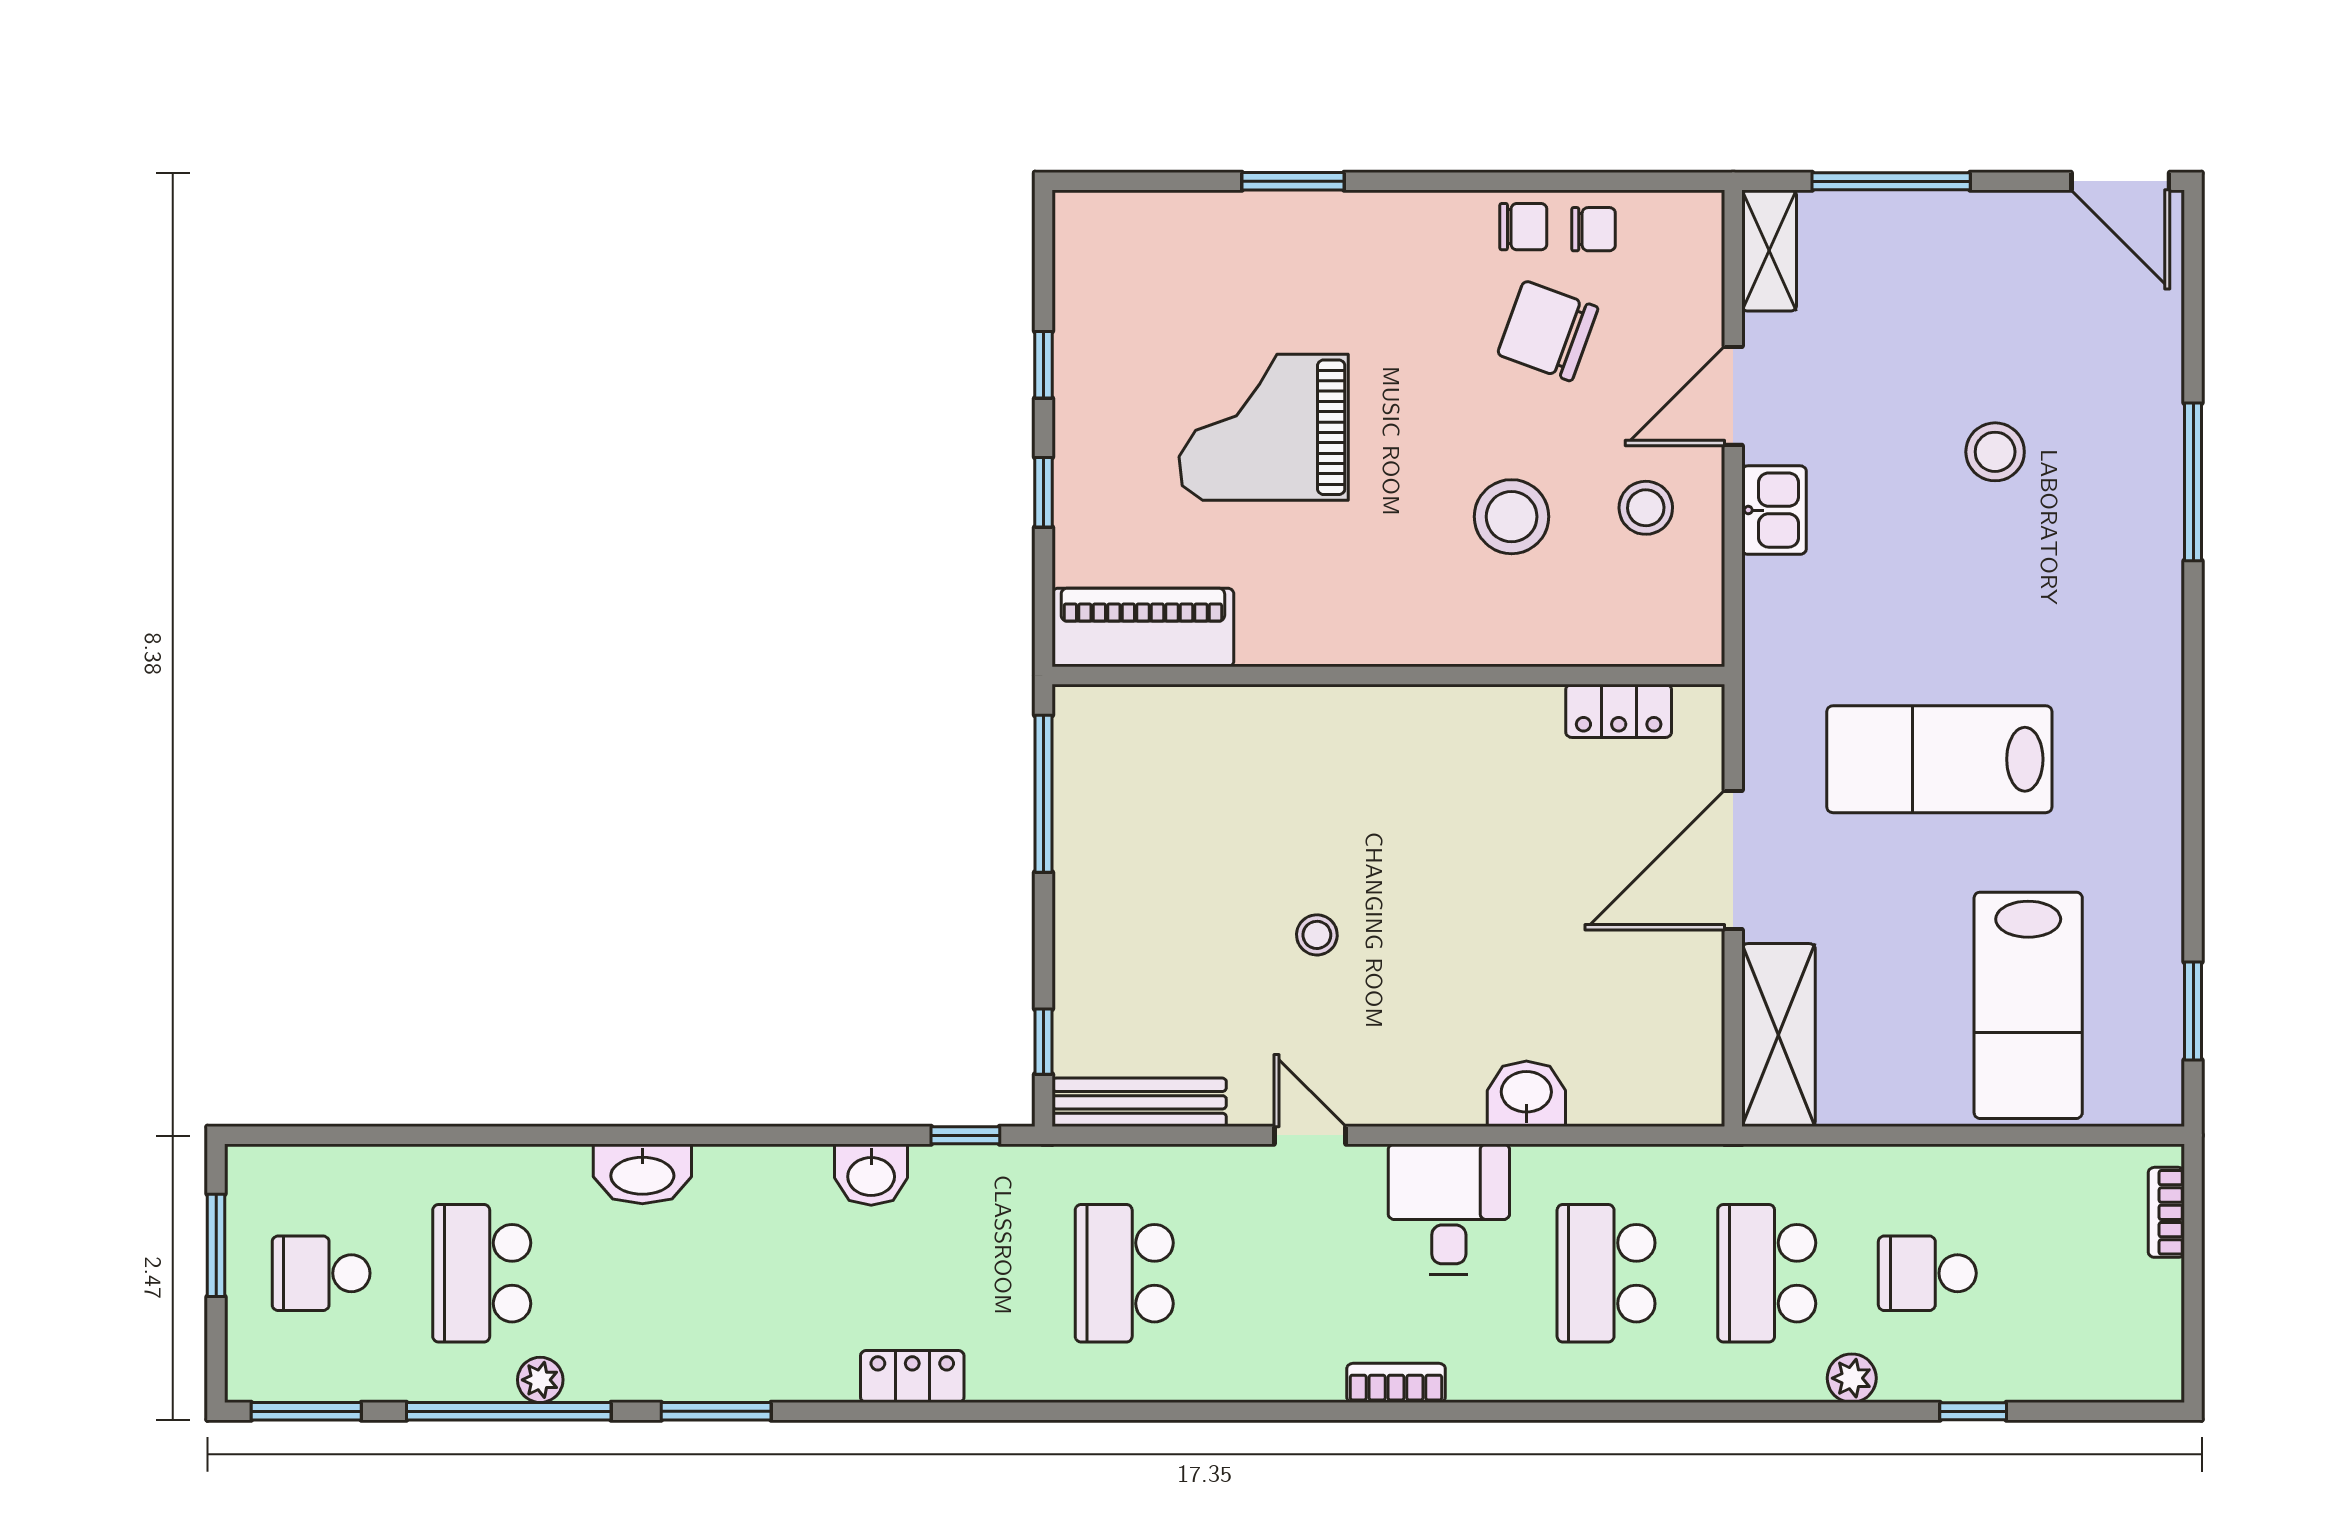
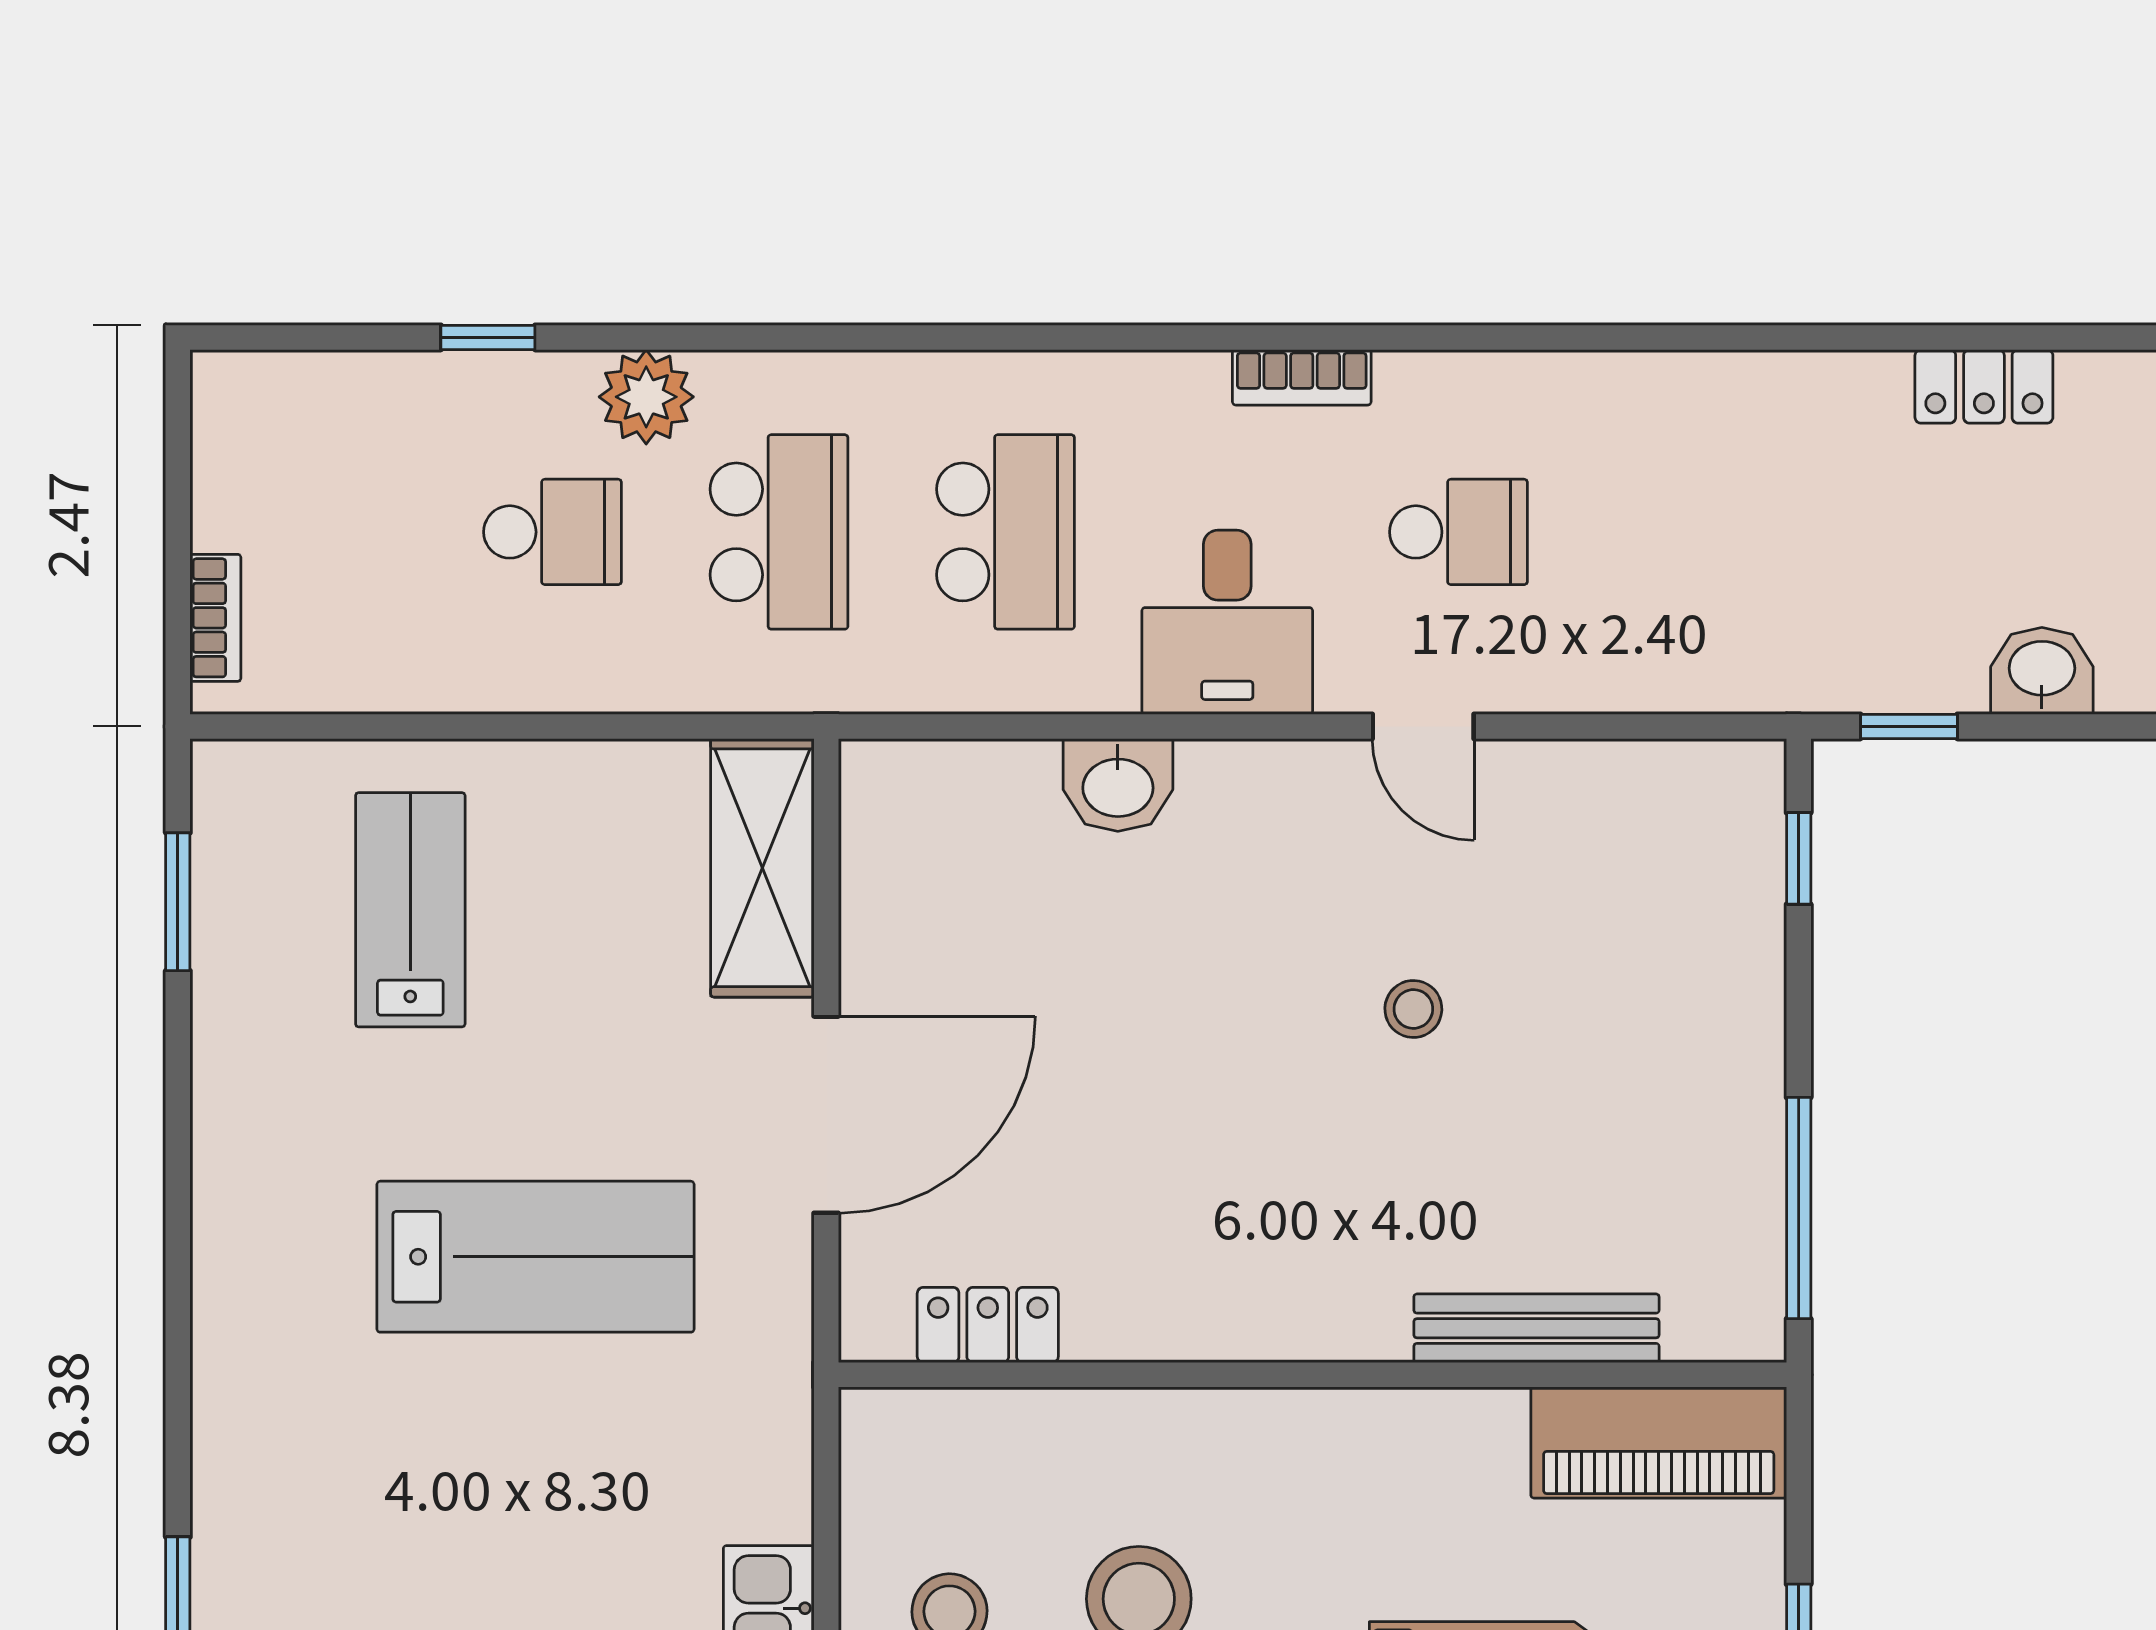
lab bench: (2028, 1005) -> (410, 910), width x0.73, depth x0.72
bench: (1139, 1102) -> (1536, 1328), moved
school desk: (1124, 1273) -> (1459, 532), moved, width x0.54
plant: (1852, 1378) -> (646, 397), width x1.38, depth x1.38

